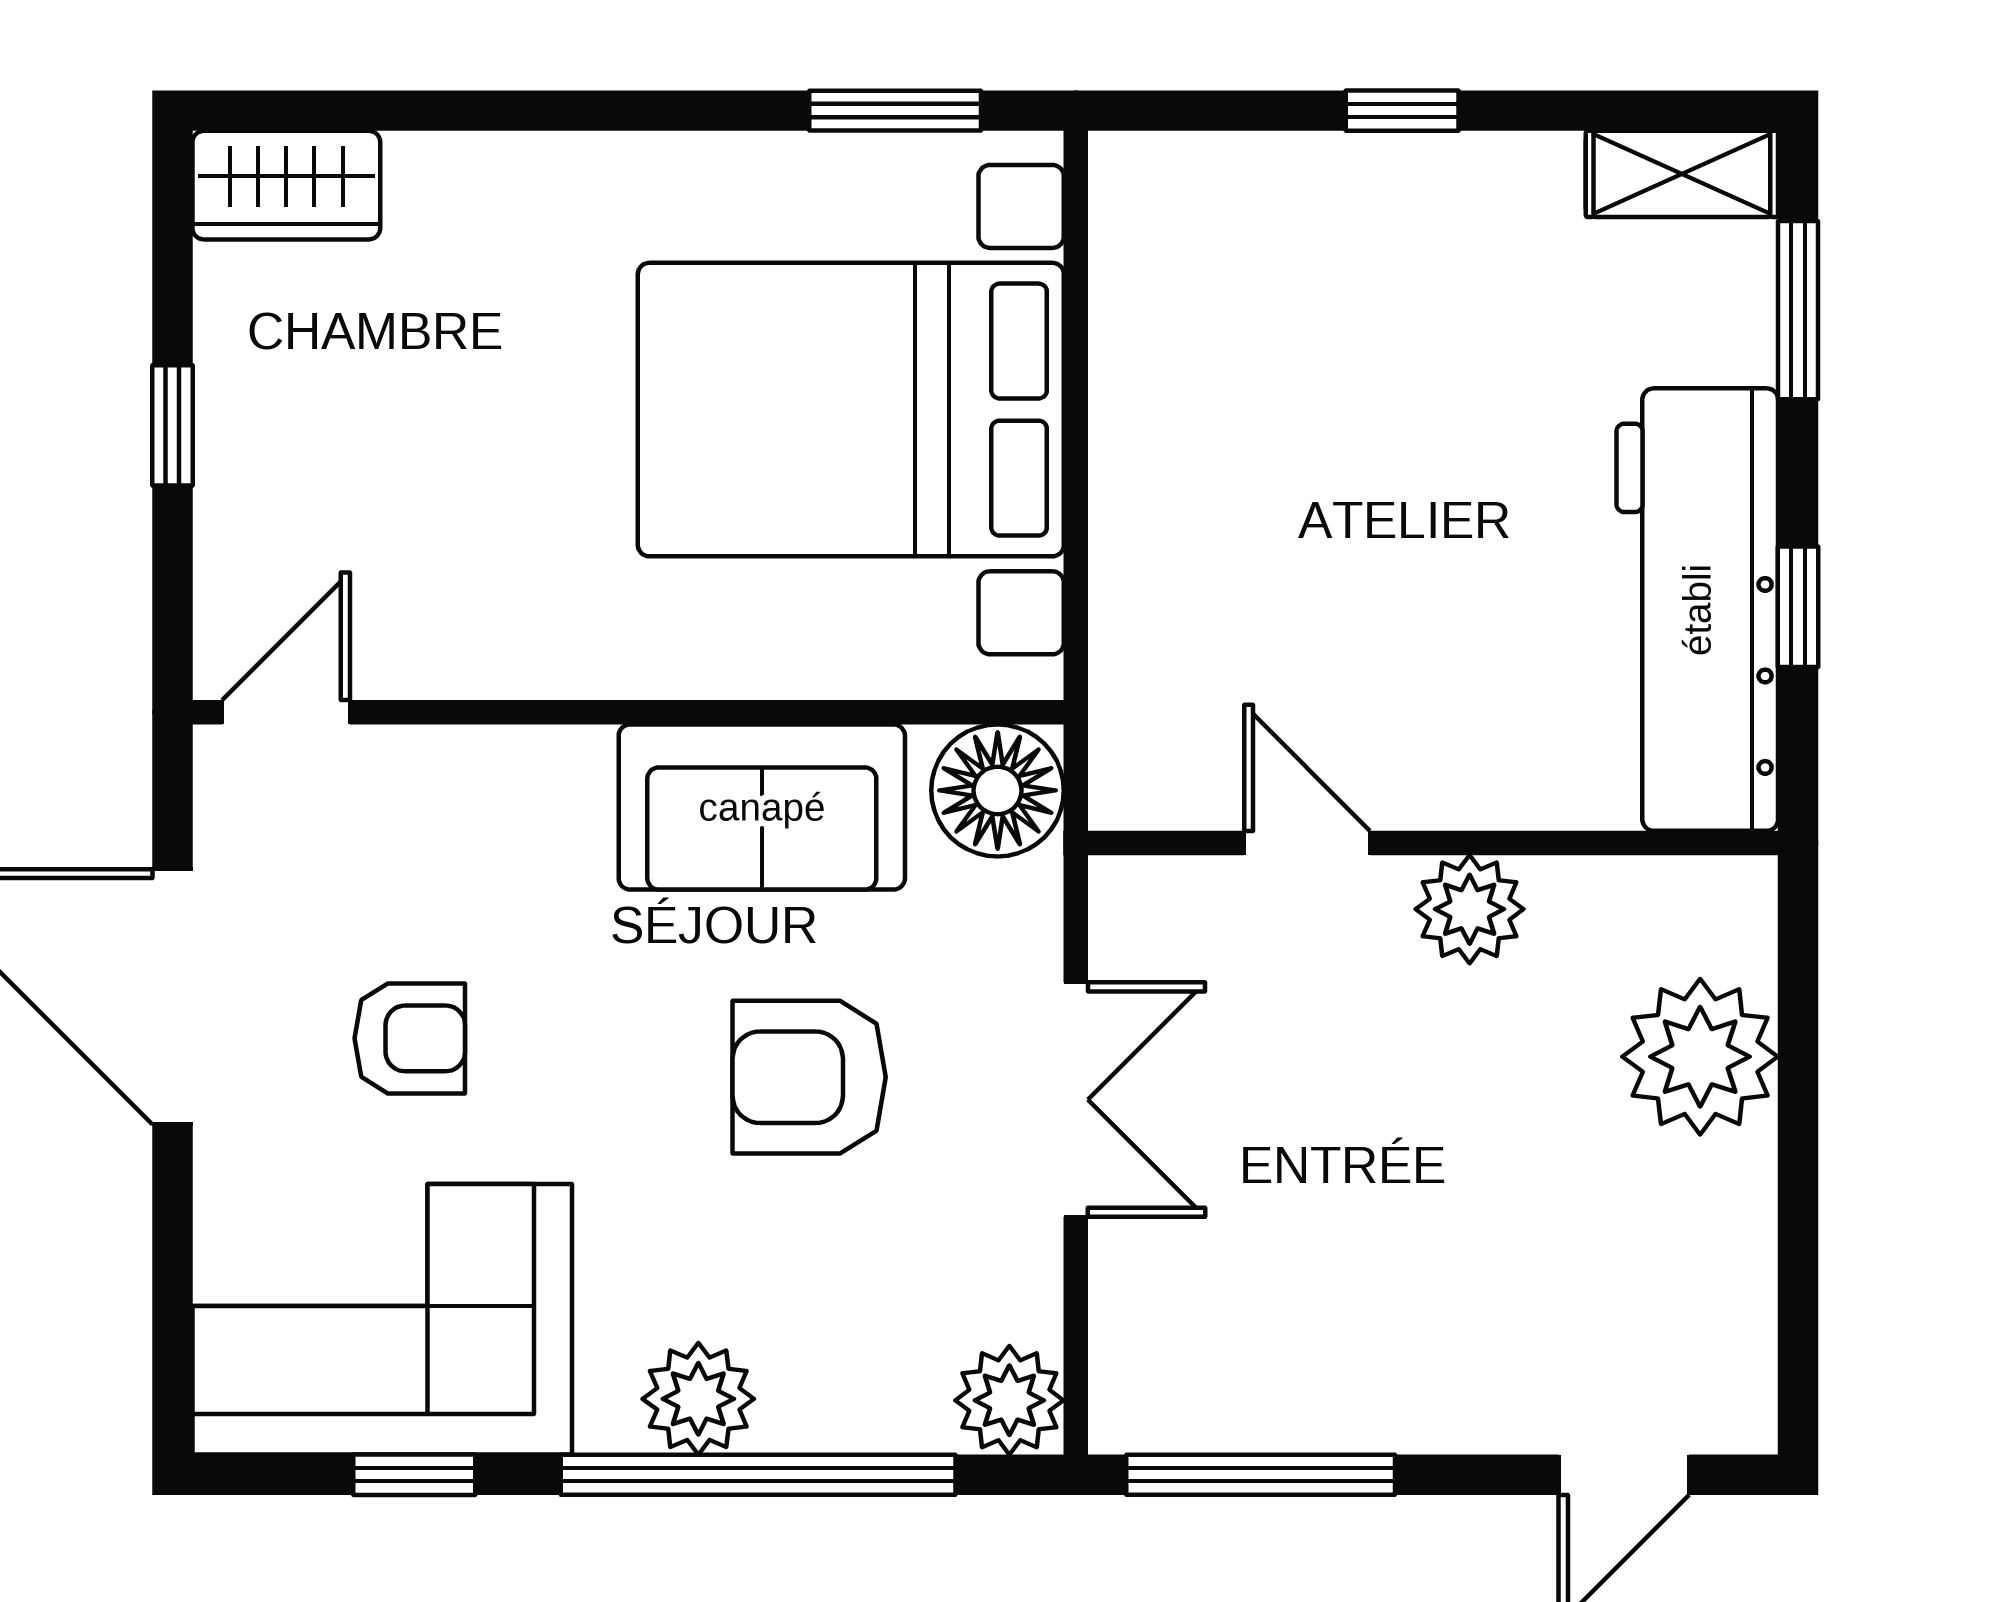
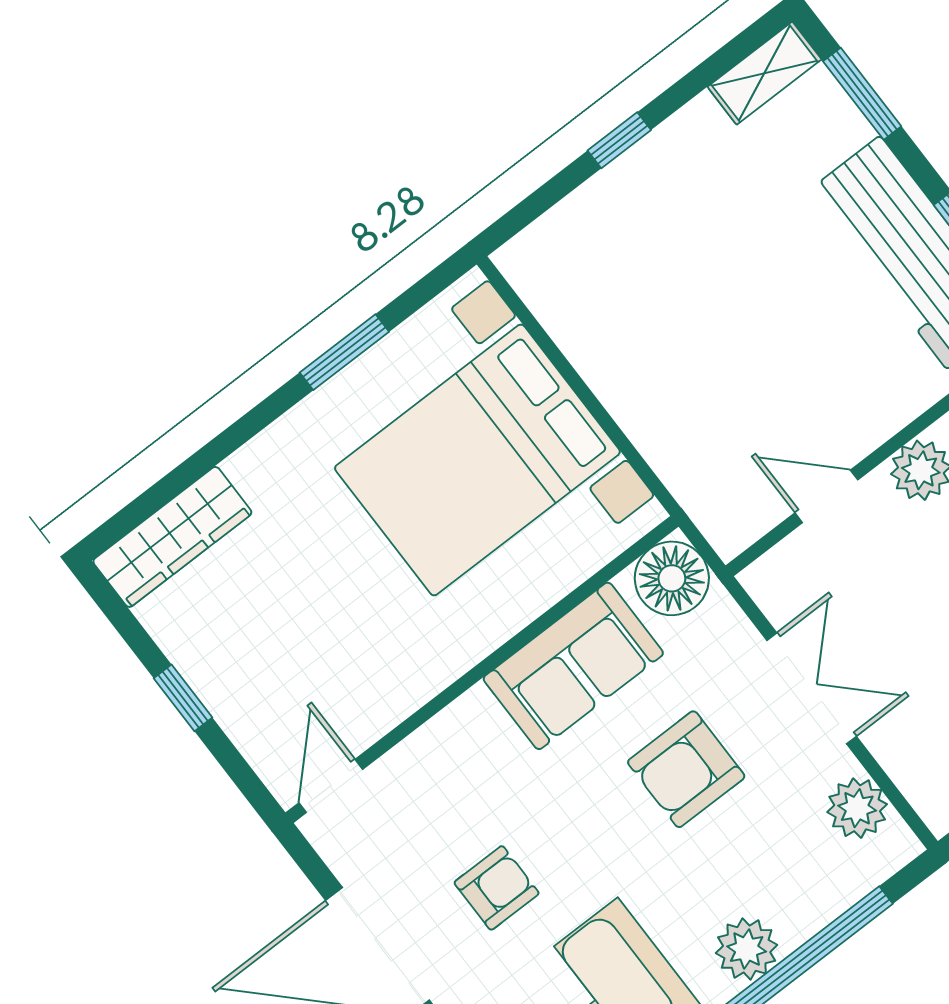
window: (895, 111) -> (344, 352), moved
wardrobe: (286, 185) -> (172, 537), width x1.50
plant: (1009, 1400) -> (857, 808), moved

